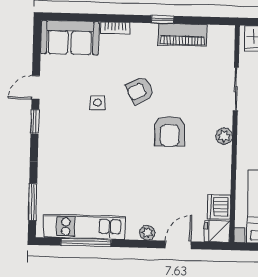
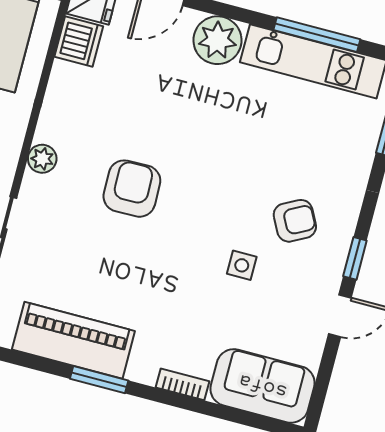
window: (163, 19) -> (99, 380), width x1.50
piano: (182, 35) -> (73, 340), width x1.37, depth x1.33
armchair: (140, 90) -> (295, 221), moved
plant: (148, 233) -> (217, 40), width x1.87, depth x1.87

